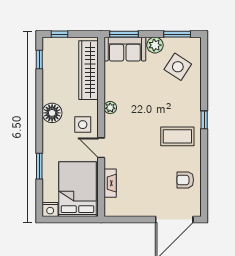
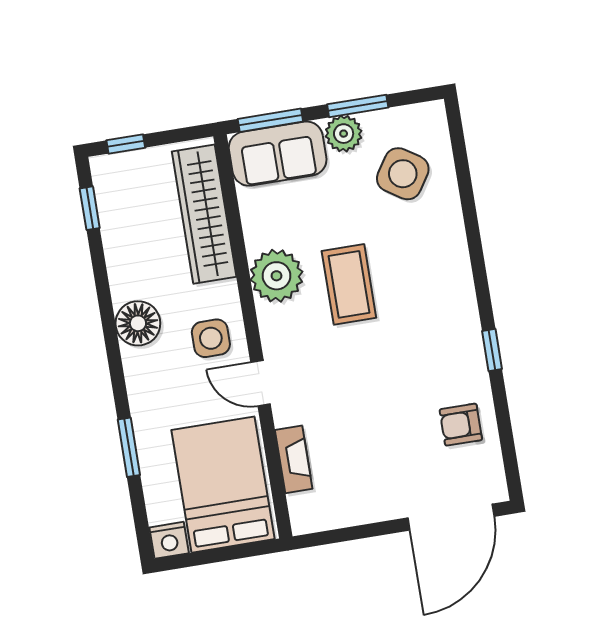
window: (177, 34) -> (358, 106), moved
plant: (110, 108) -> (276, 276), width x1.88, depth x1.88
window: (204, 120) -> (492, 350), moved
coffee table: (177, 136) -> (349, 284), moved, turned 90

